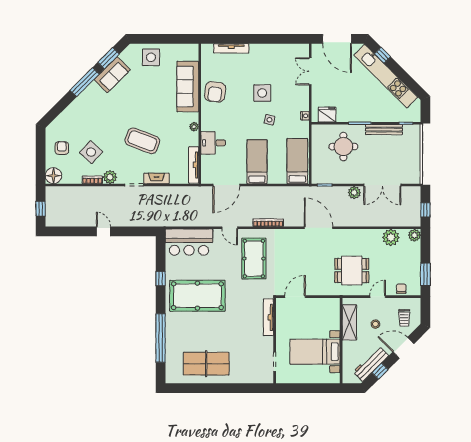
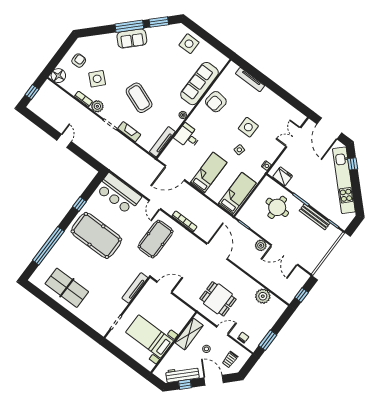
sofa: (112, 75) -> (132, 38), moved
plant: (414, 235) -> (281, 307), removed

